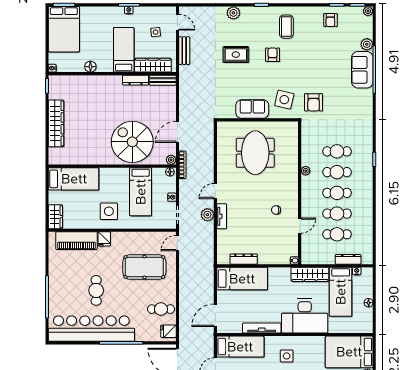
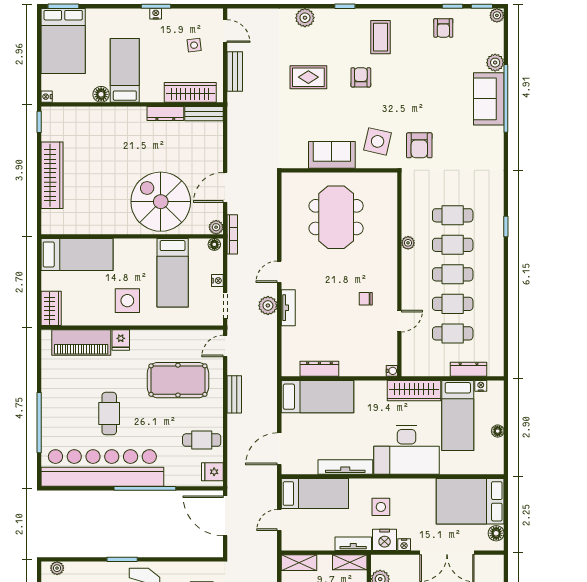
bed: (124, 50) -> (125, 70), moved
bench: (184, 277) -> (234, 394), added

